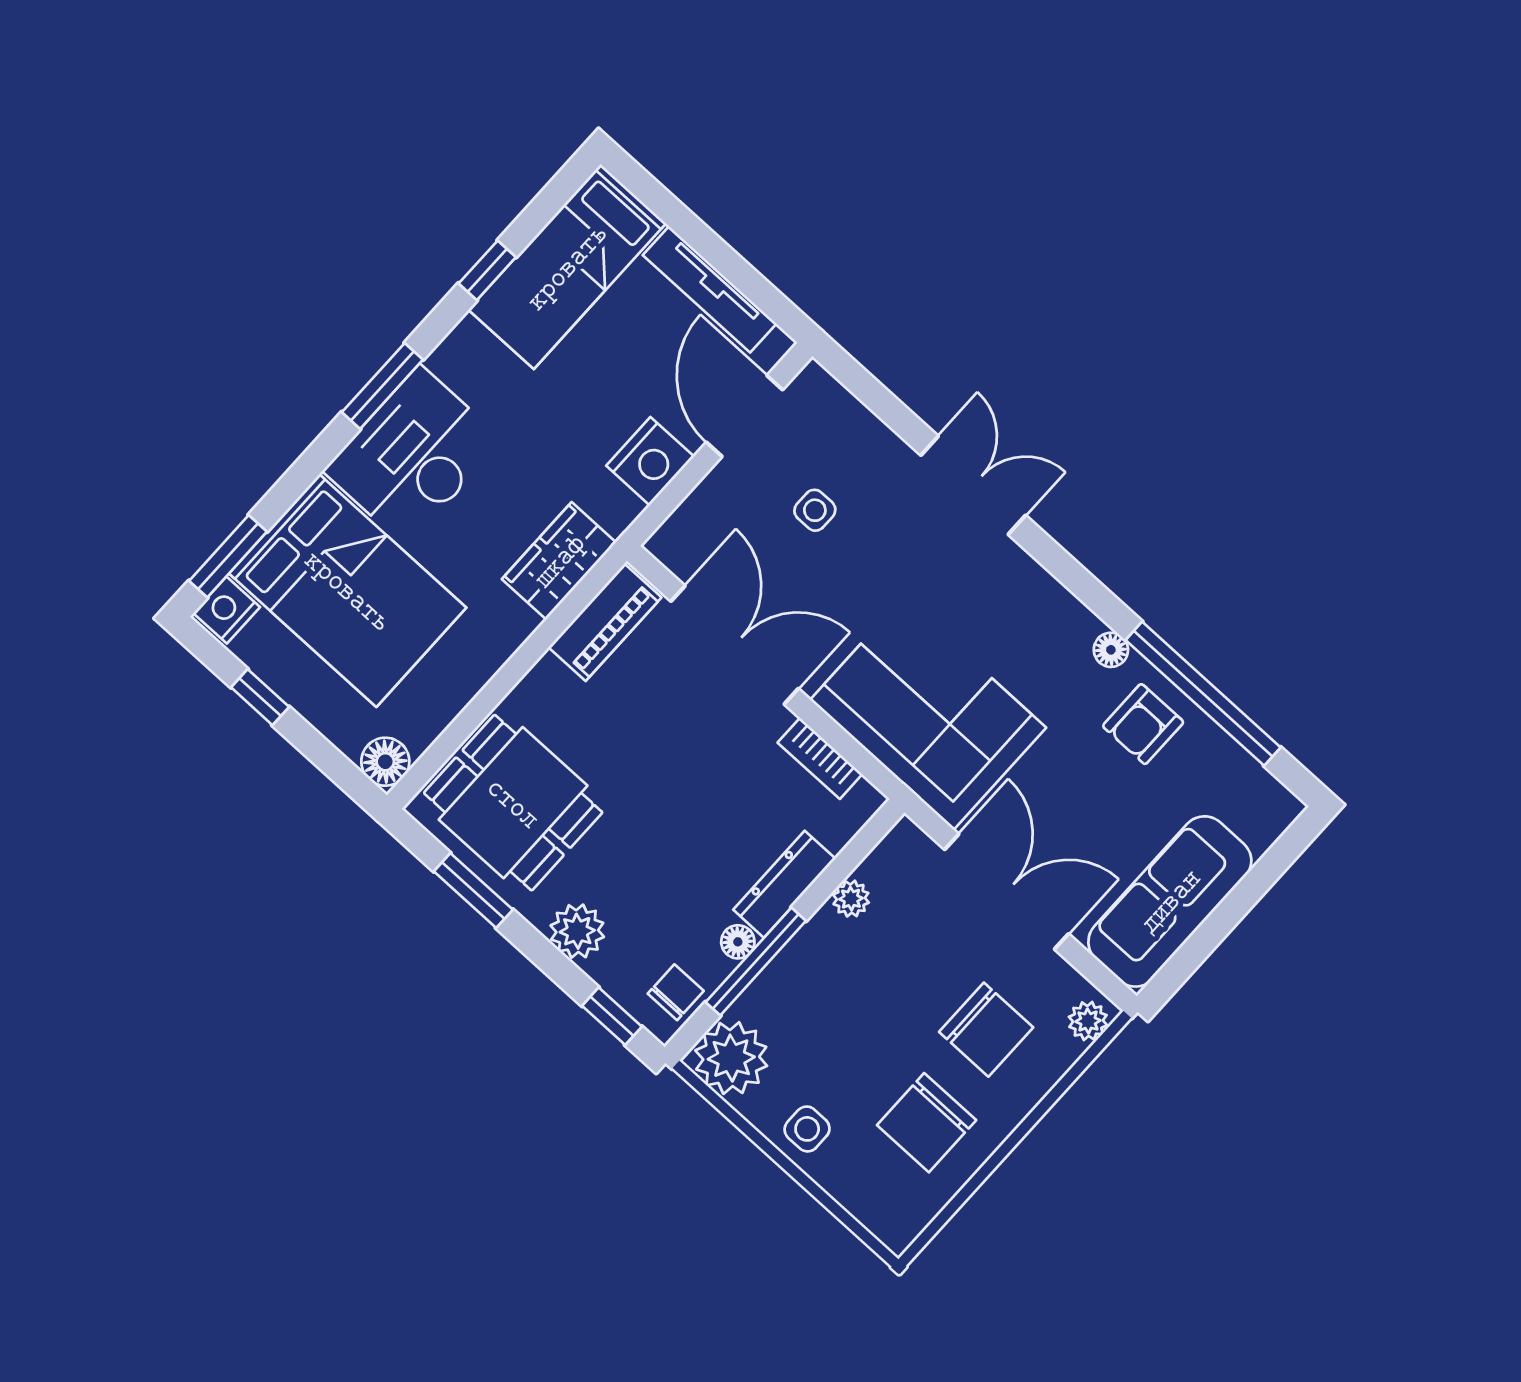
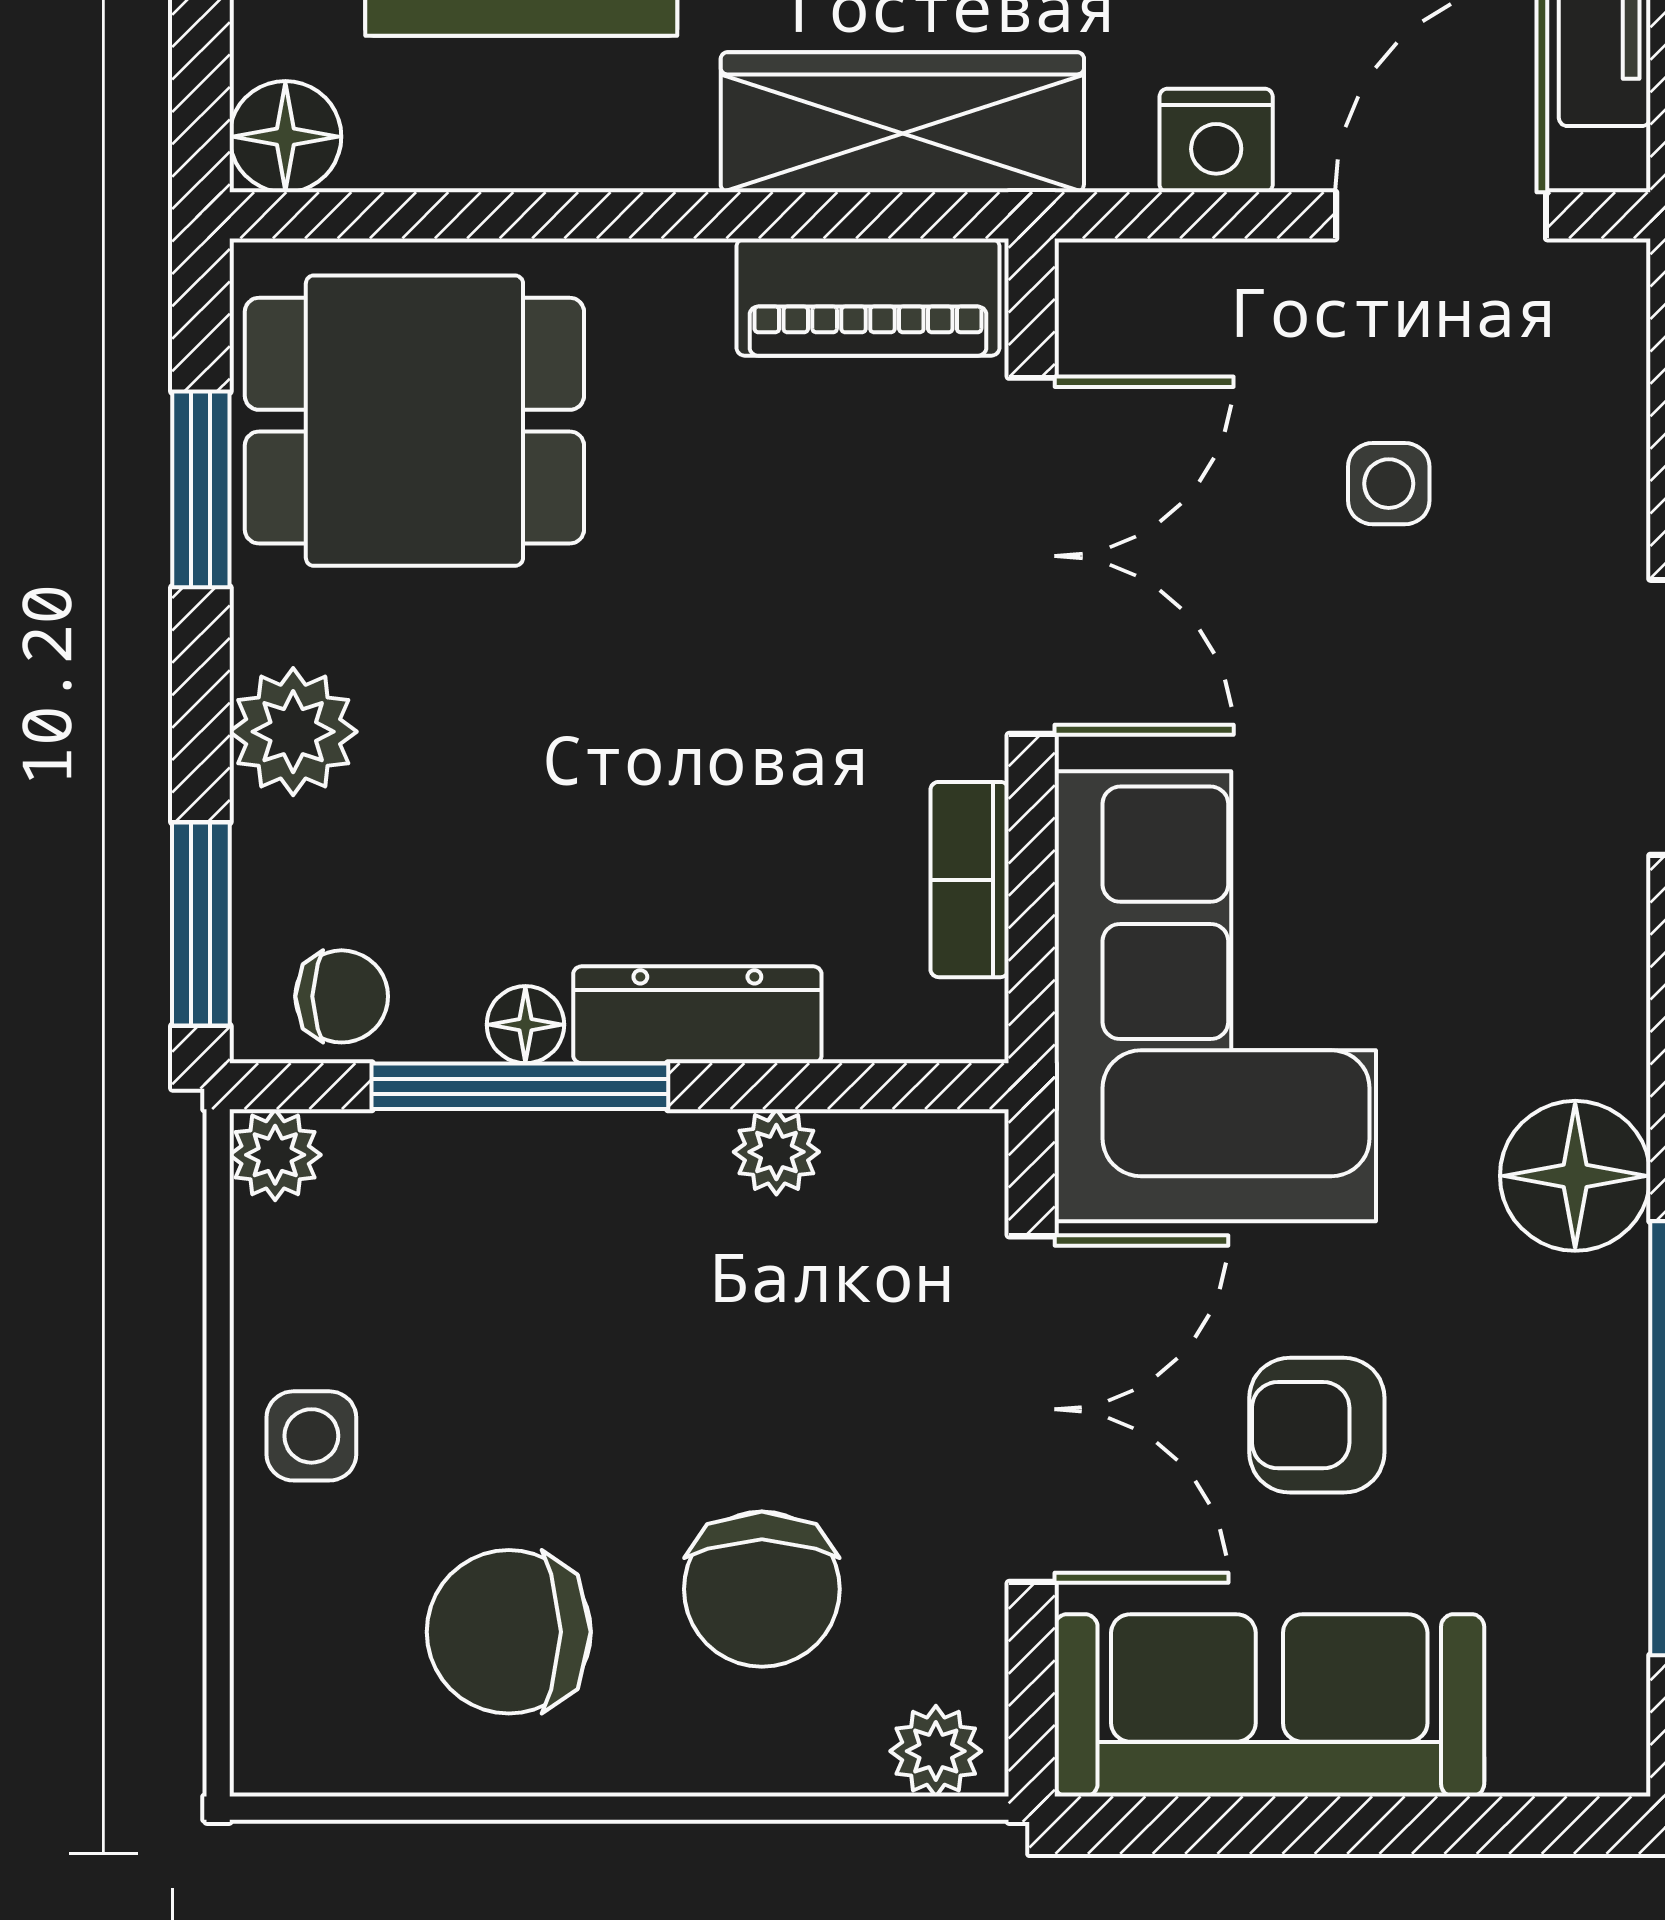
nightstand: (650, 461) -> (1216, 141), width x0.74, depth x0.75
wardrobe: (559, 561) -> (902, 122), width x1.50
floor lamp: (1111, 650) -> (1575, 1176), width x1.89, depth x1.89
armchair: (1143, 724) -> (1317, 1425), moved
dining table: (513, 803) -> (414, 421), turned 90
window: (612, 1016) -> (201, 924), width x1.50
plant: (731, 1058) -> (275, 1155), width x0.53, depth x0.53

